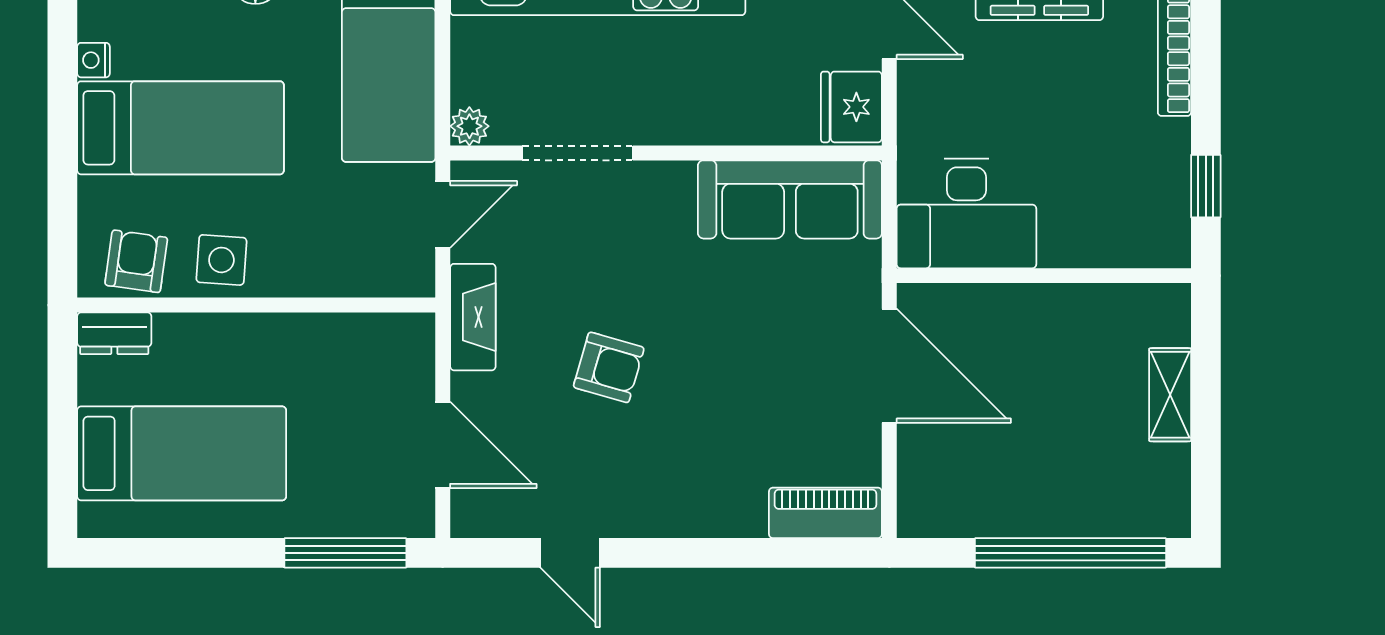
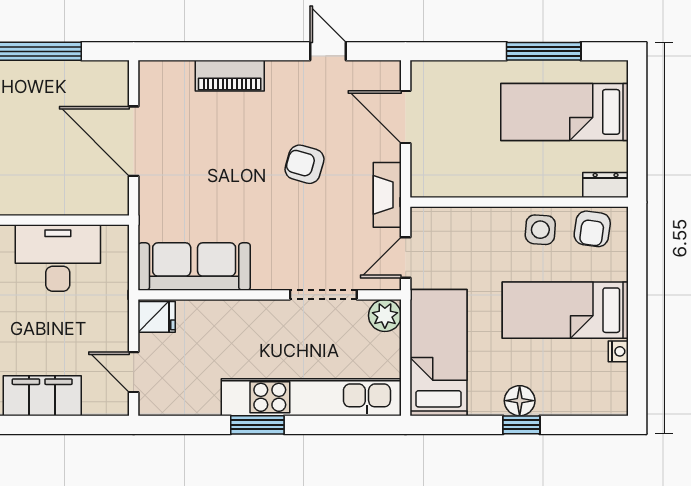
fridge: (851, 107) -> (157, 317), width x0.72
plant: (469, 126) -> (385, 316), width x1.38, depth x1.38
desk: (966, 213) -> (58, 258), moved
door: (889, 366) -> (134, 141), moved
piano: (825, 513) -> (230, 76), moved
window: (345, 553) -> (544, 51), moved

